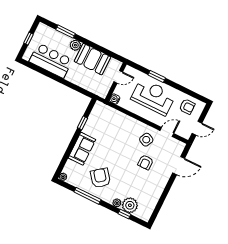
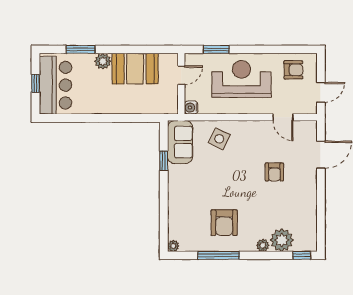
bar counter: (51, 61) -> (55, 85), moved, turned 90
window: (157, 76) -> (216, 49), moved
door: (167, 132) -> (283, 117), swing flipped
side table: (146, 140) -> (219, 139), moved
sofa: (82, 149) -> (180, 142), moved
armchair: (100, 178) -> (224, 223), turned -142
window: (124, 214) -> (302, 255), moved

